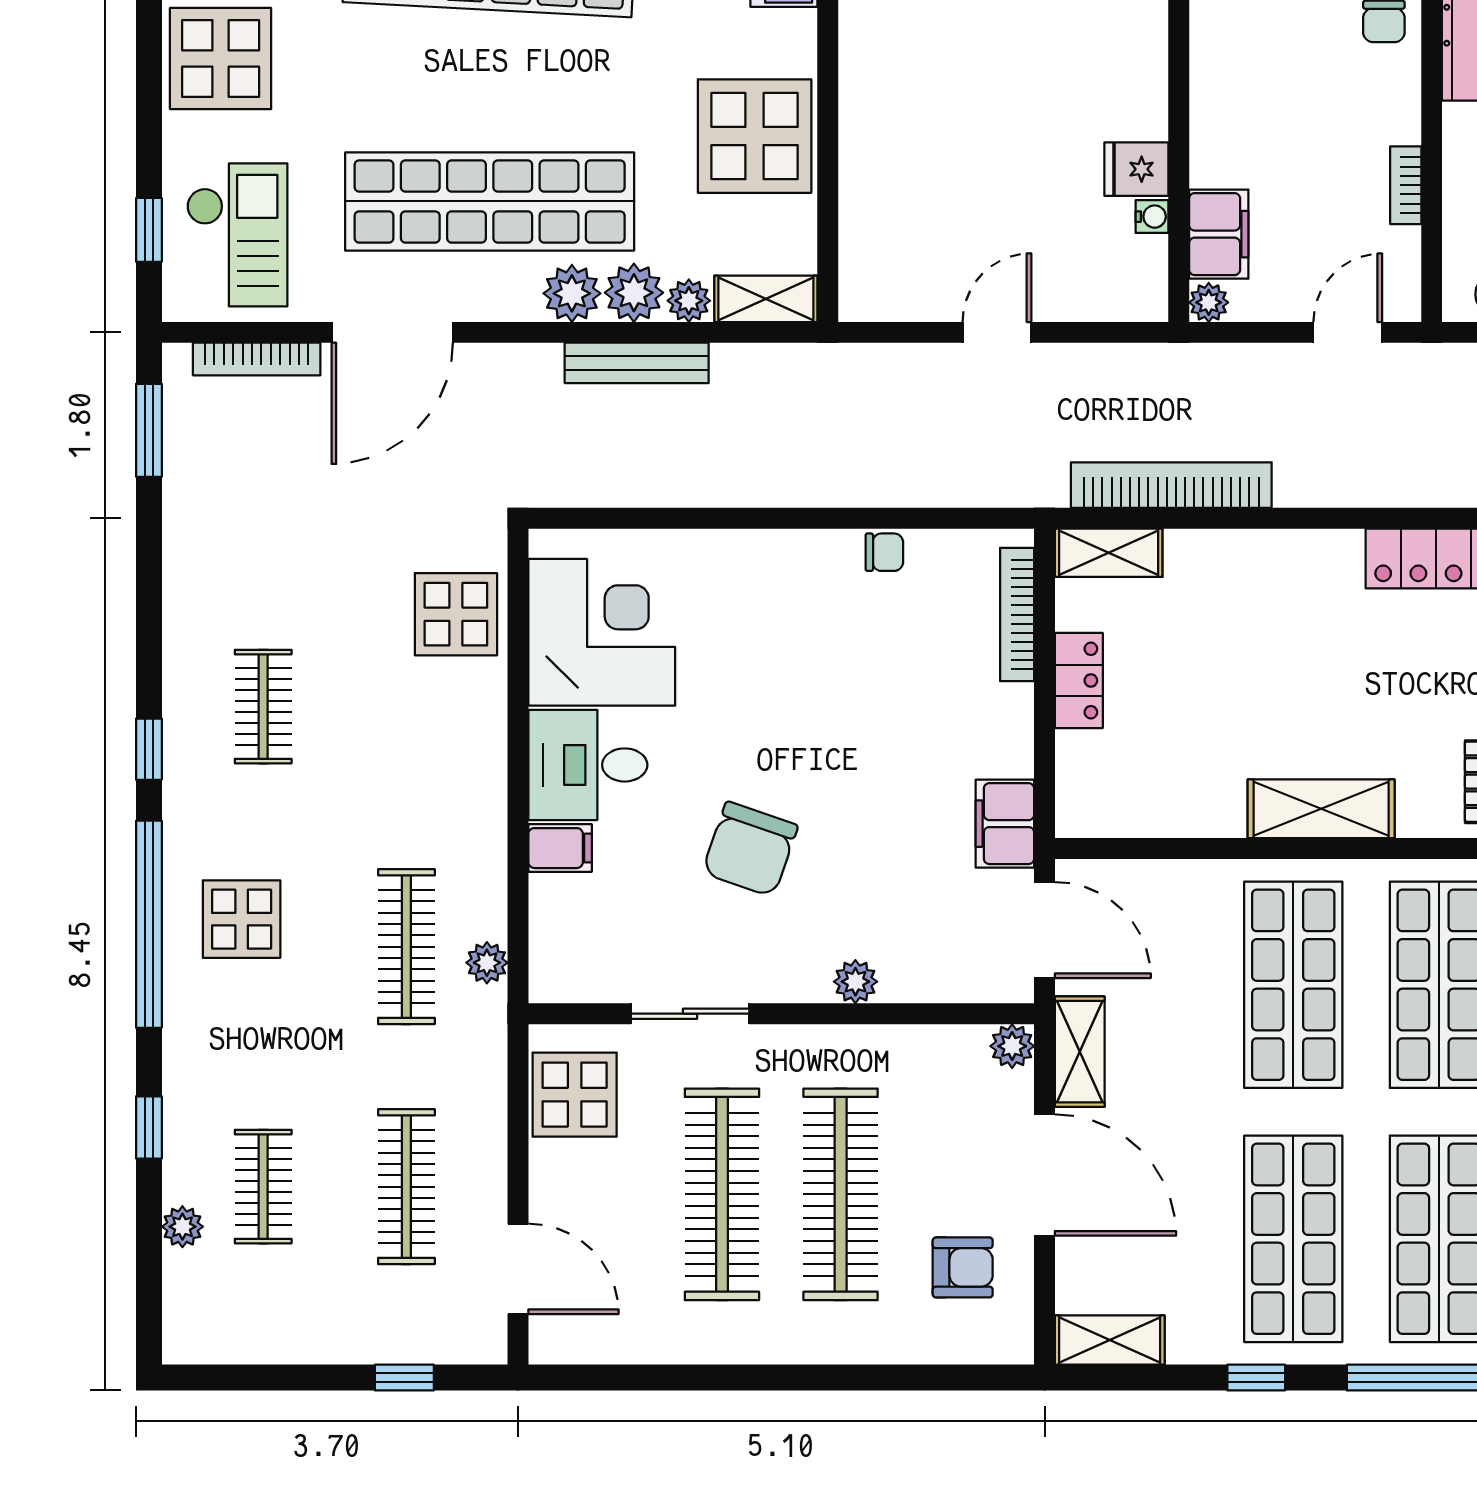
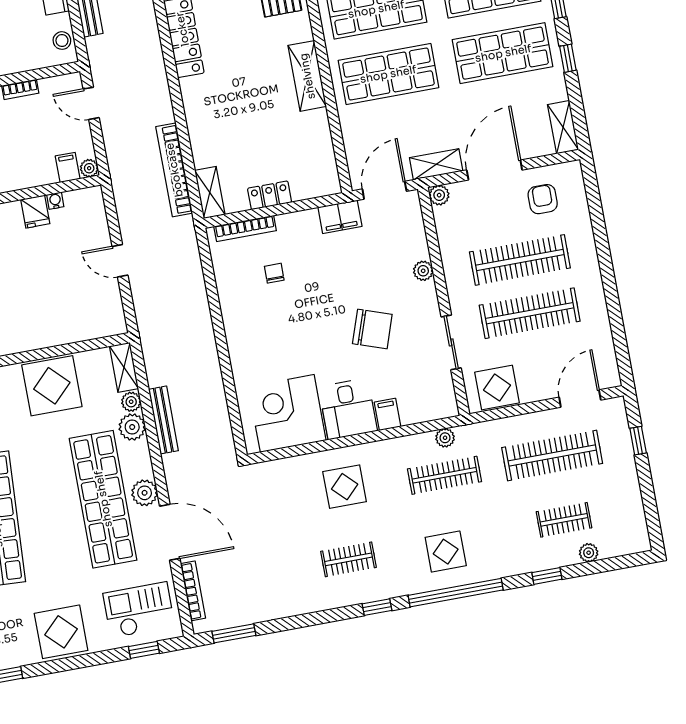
filing cabinet: (1219, 234) -> (68, 167), width x0.50
plant: (572, 293) -> (145, 493), moved
chair: (884, 552) -> (274, 273), moved
display table: (456, 614) -> (345, 487), moved
clothes rail: (406, 1187) -> (552, 455), width x1.37, depth x1.31

